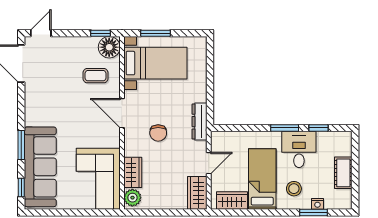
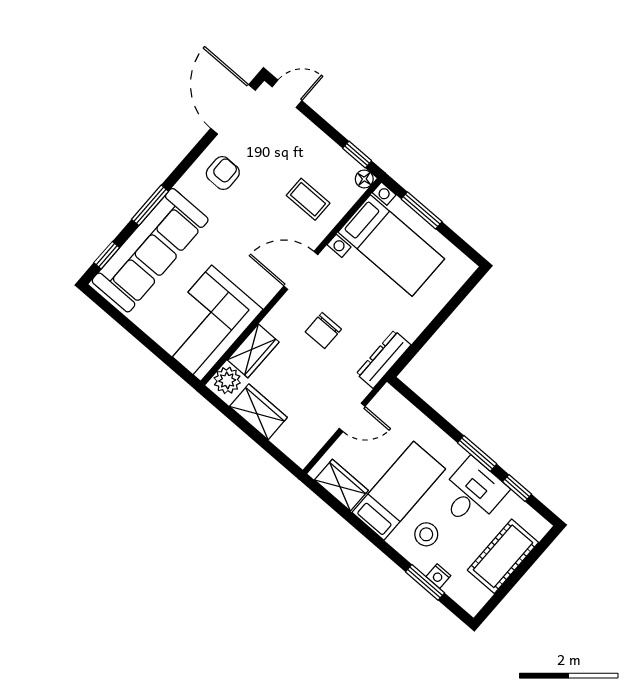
floor lamp: (109, 47) -> (364, 179), width x0.53, depth x0.53
armchair: (43, 99) -> (223, 173), added
door: (122, 113) -> (301, 270), hinge flipped
cot: (343, 173) -> (503, 556), width x1.37, depth x1.34
wardrobe: (197, 193) -> (258, 412), moved, turned 90

